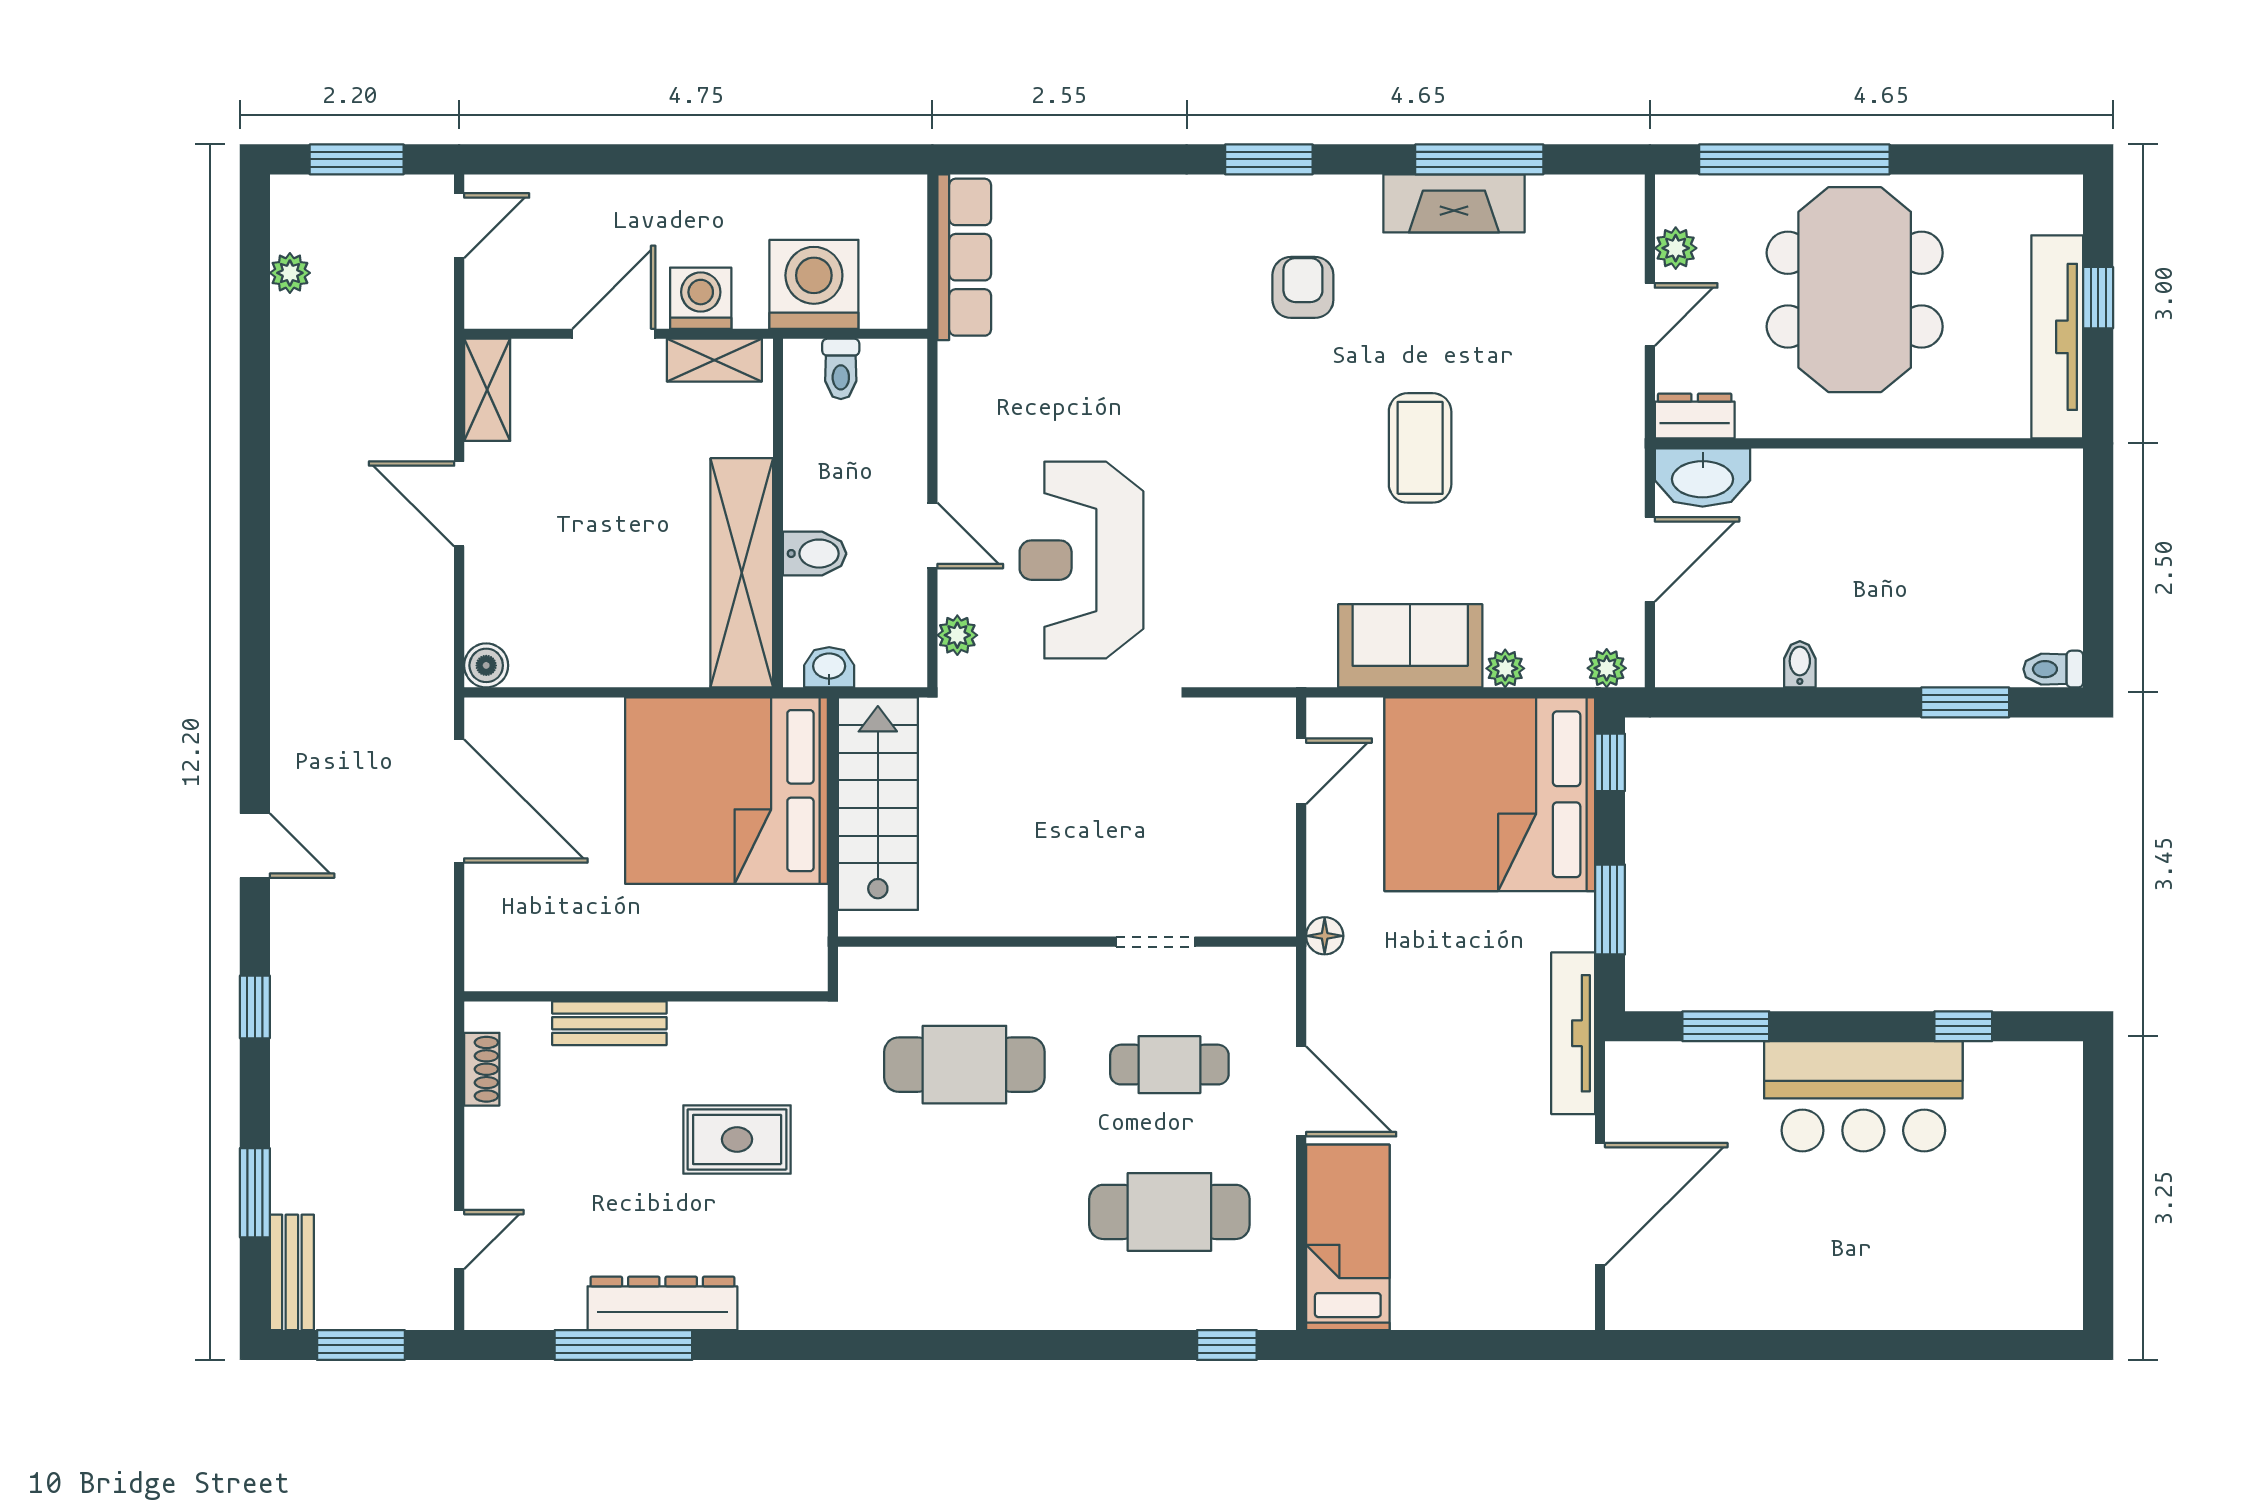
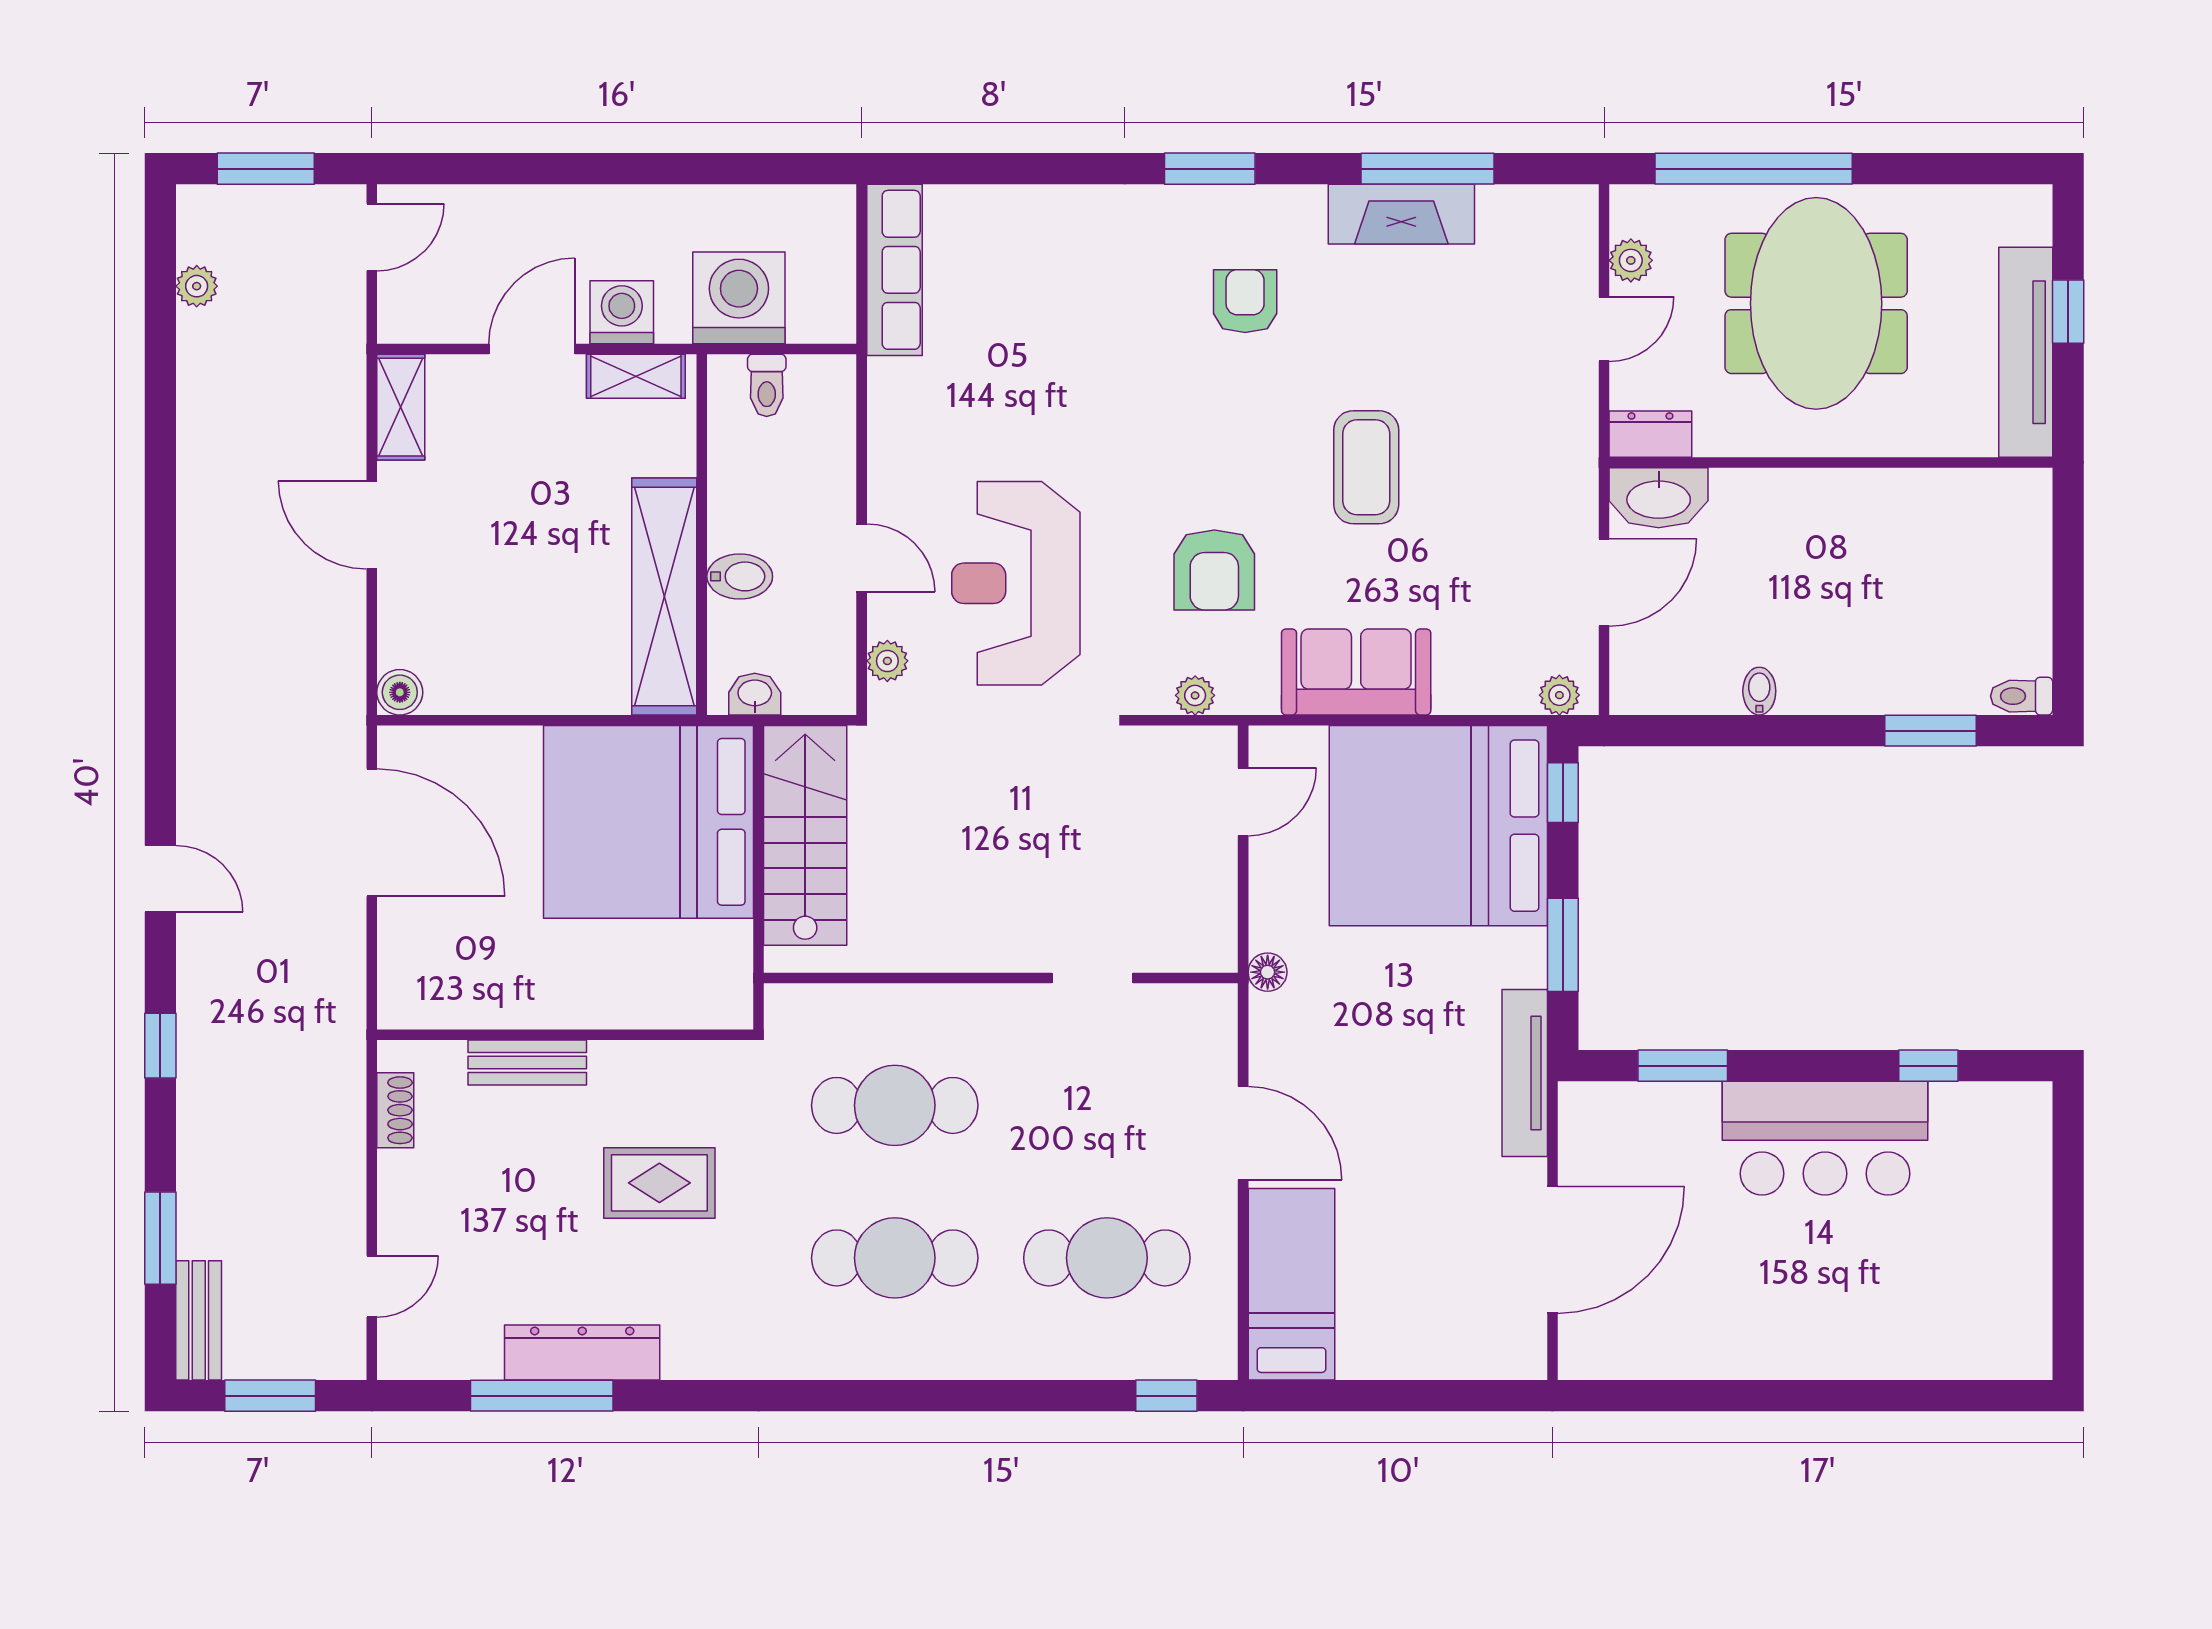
armchair: (1273, 547) -> (1214, 570), added
plant: (1505, 668) -> (1195, 695), moved
cafe table: (1169, 1065) -> (895, 1258), moved, width x1.37, depth x1.35

